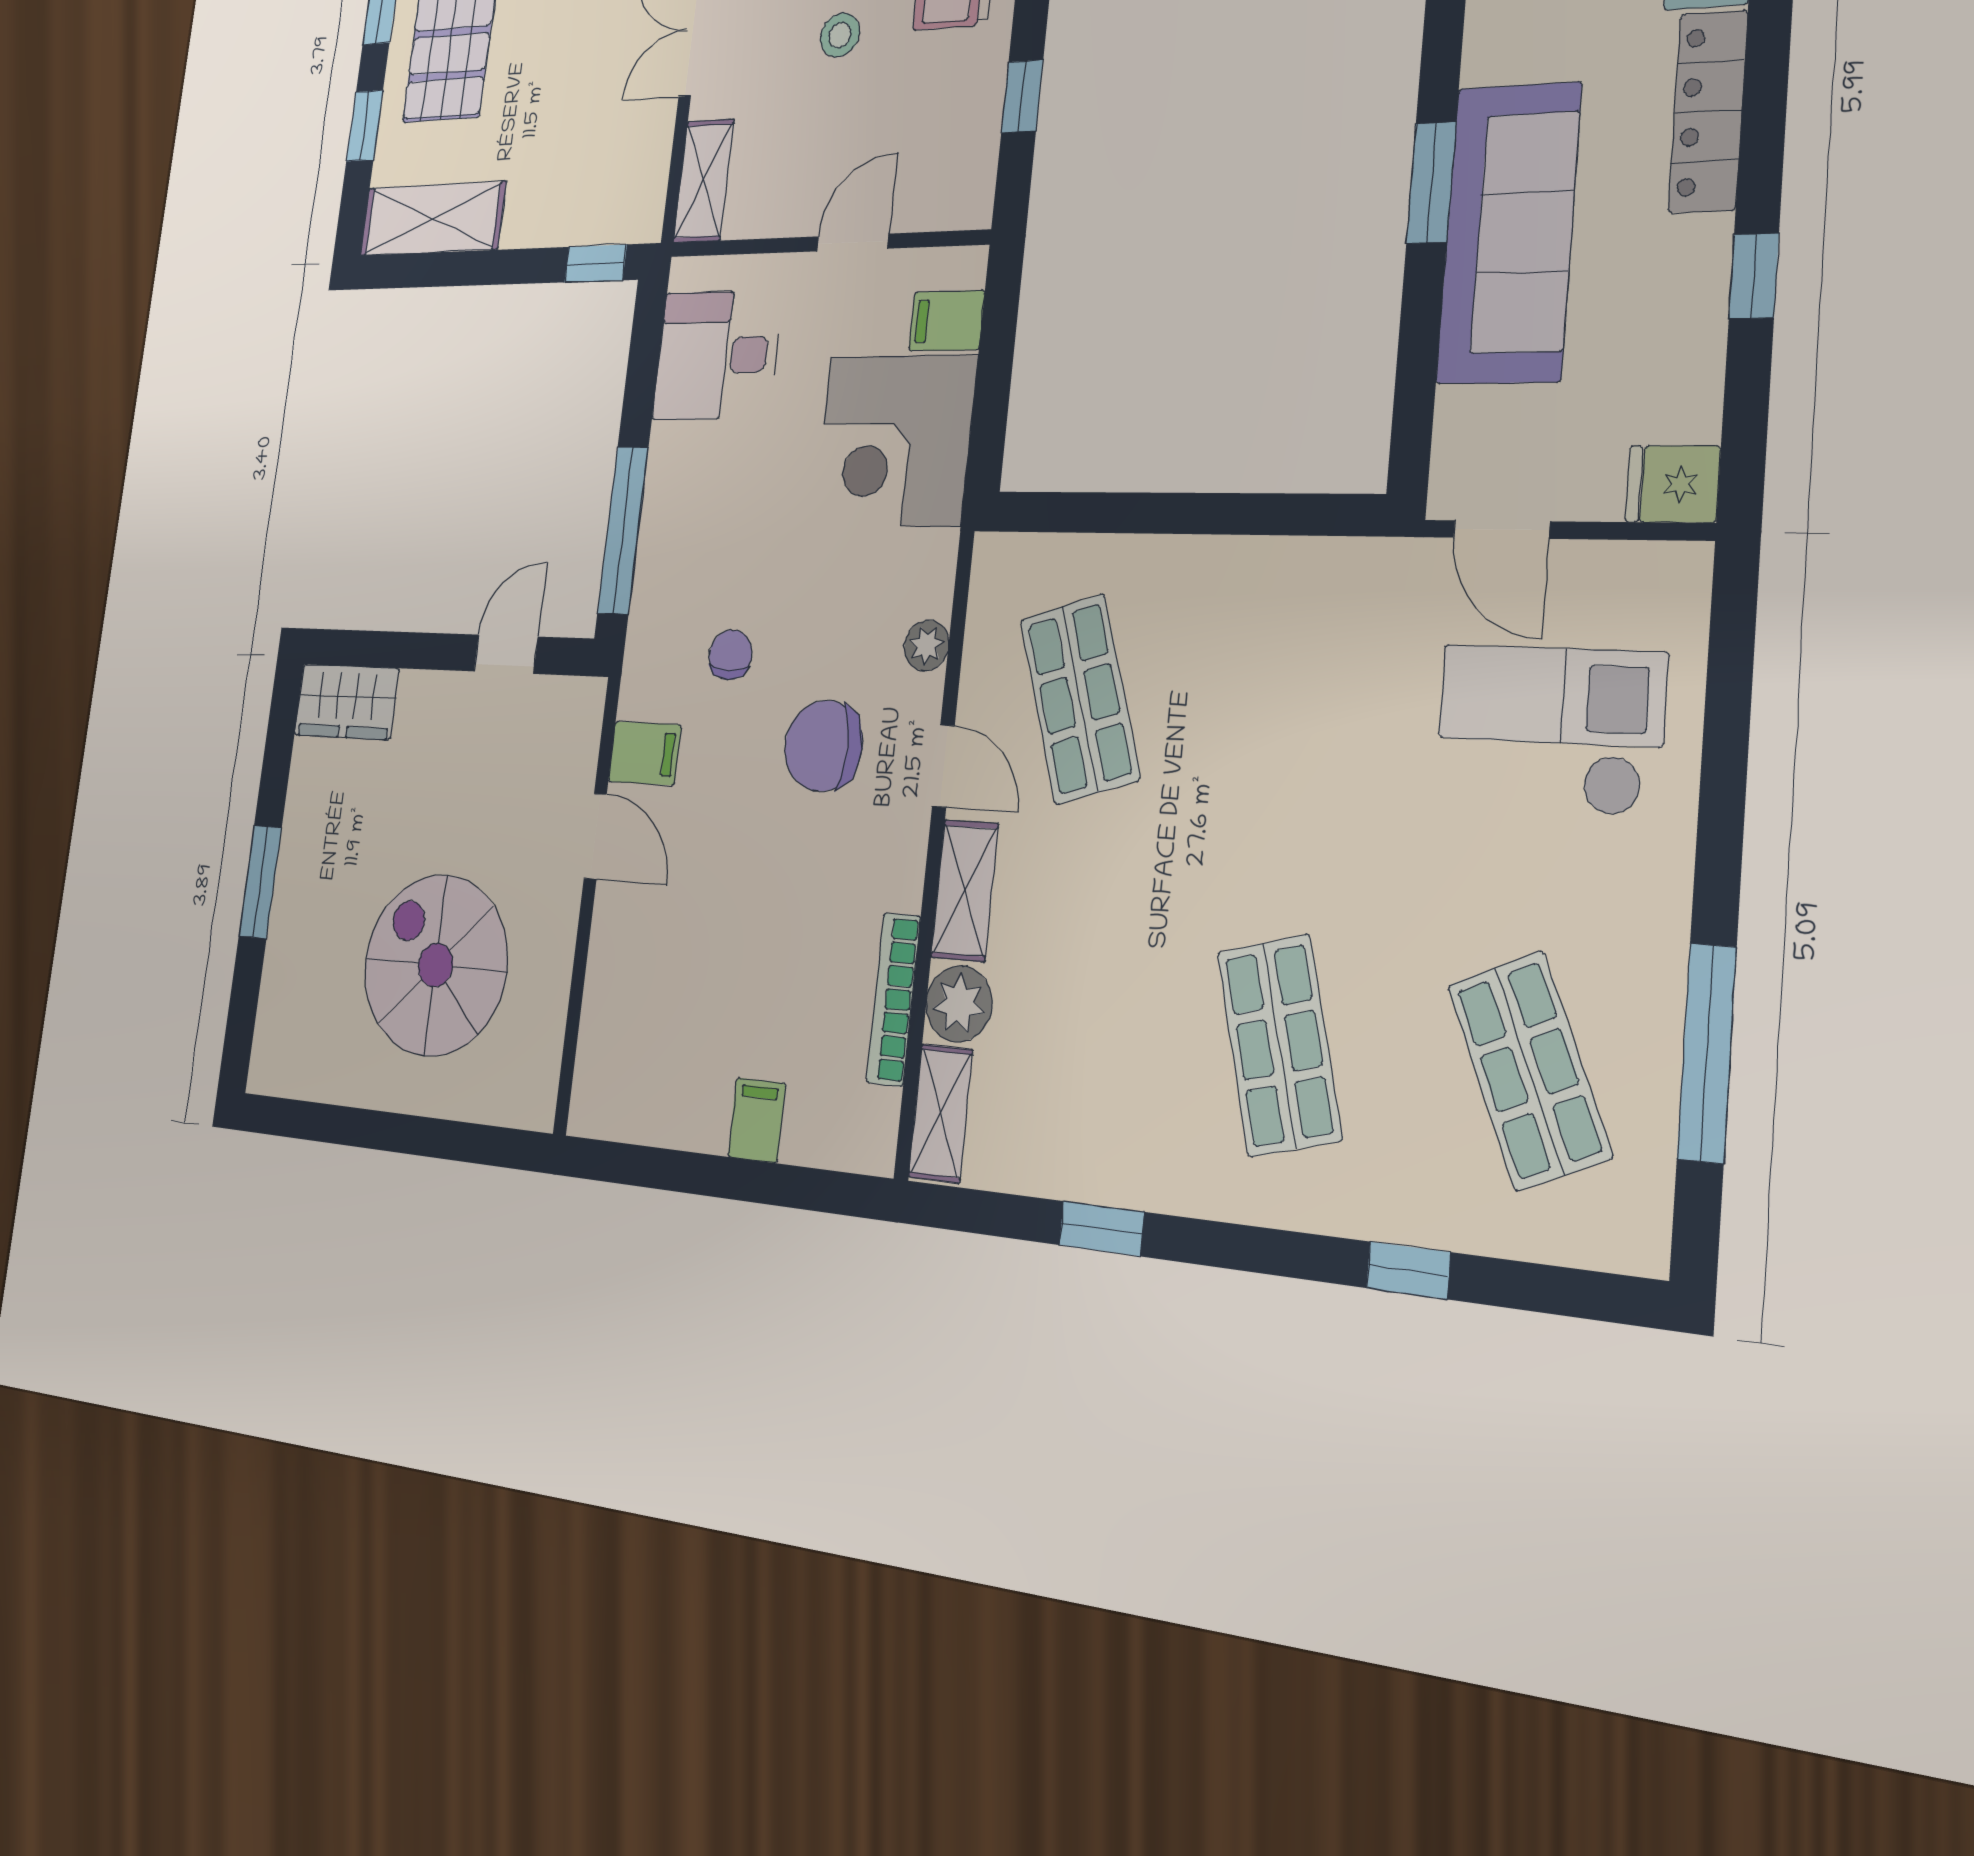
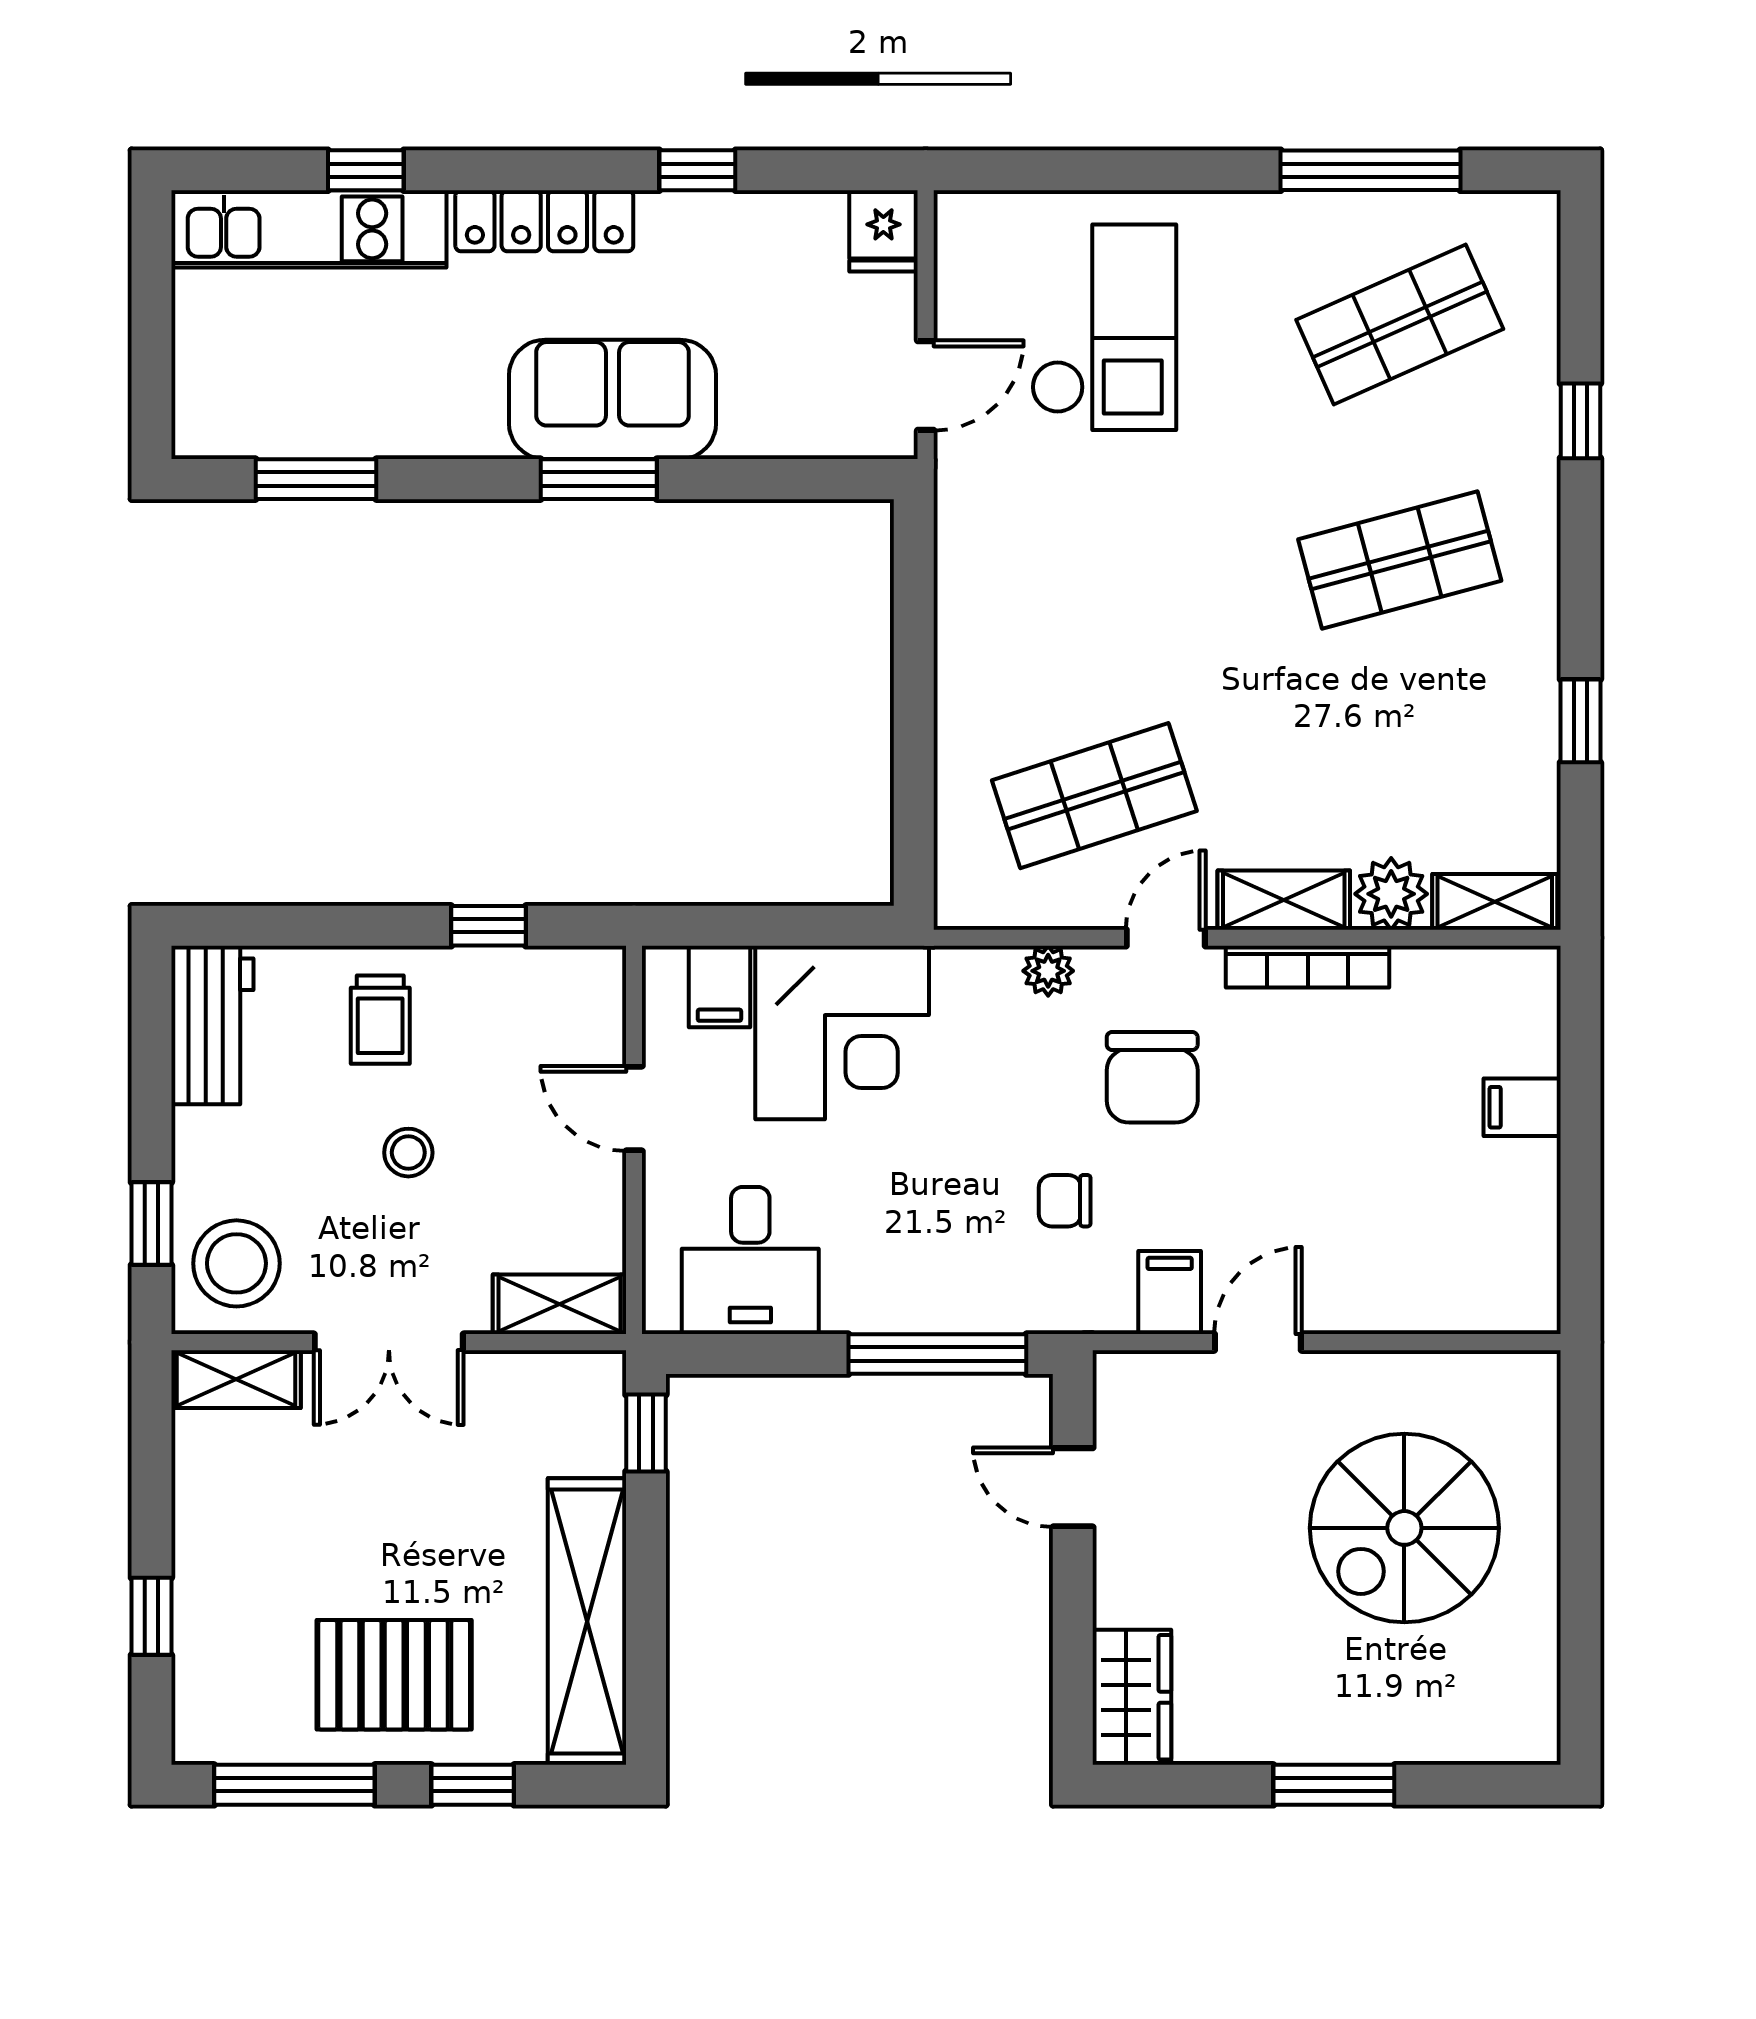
shelving: (432, 219) -> (587, 1622), width x1.47
sofa: (1509, 233) -> (612, 399), width x0.73
checkout: (1550, 730) -> (1104, 327), turned 180
bookcase: (893, 999) -> (1308, 967), moved

